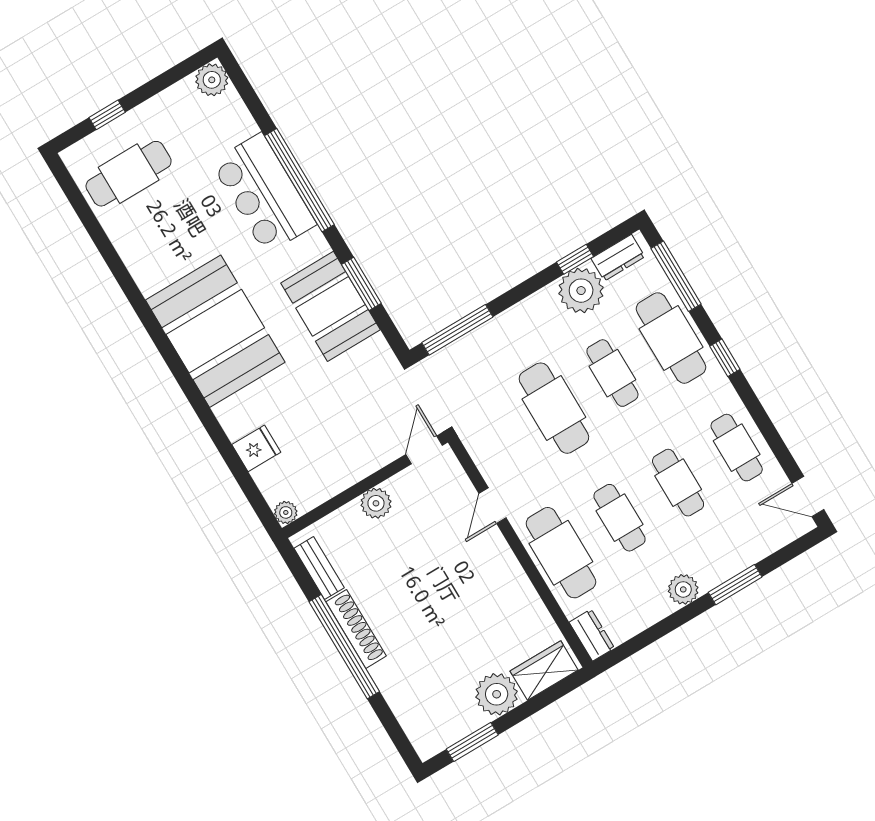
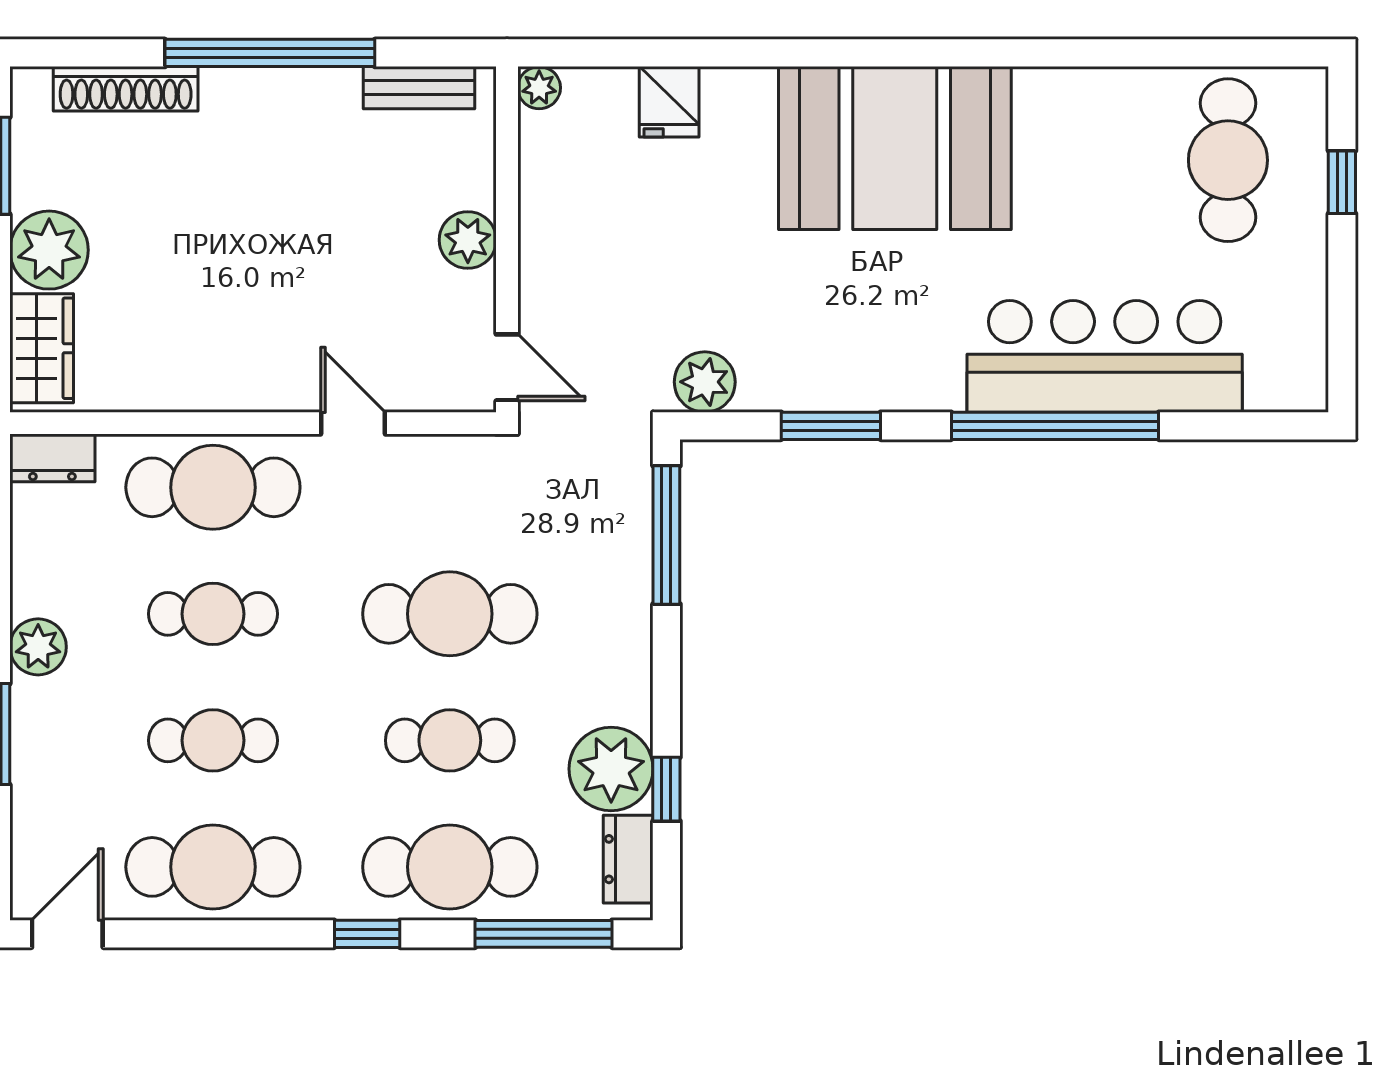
plant: (212, 80) -> (705, 382), moved
bar counter: (264, 193) -> (1105, 356), width x1.36
booth: (331, 306) -> (825, 355), removed
cafe table: (737, 448) -> (213, 867), width x1.37, depth x1.35
shoe rack: (356, 629) -> (126, 89), moved

